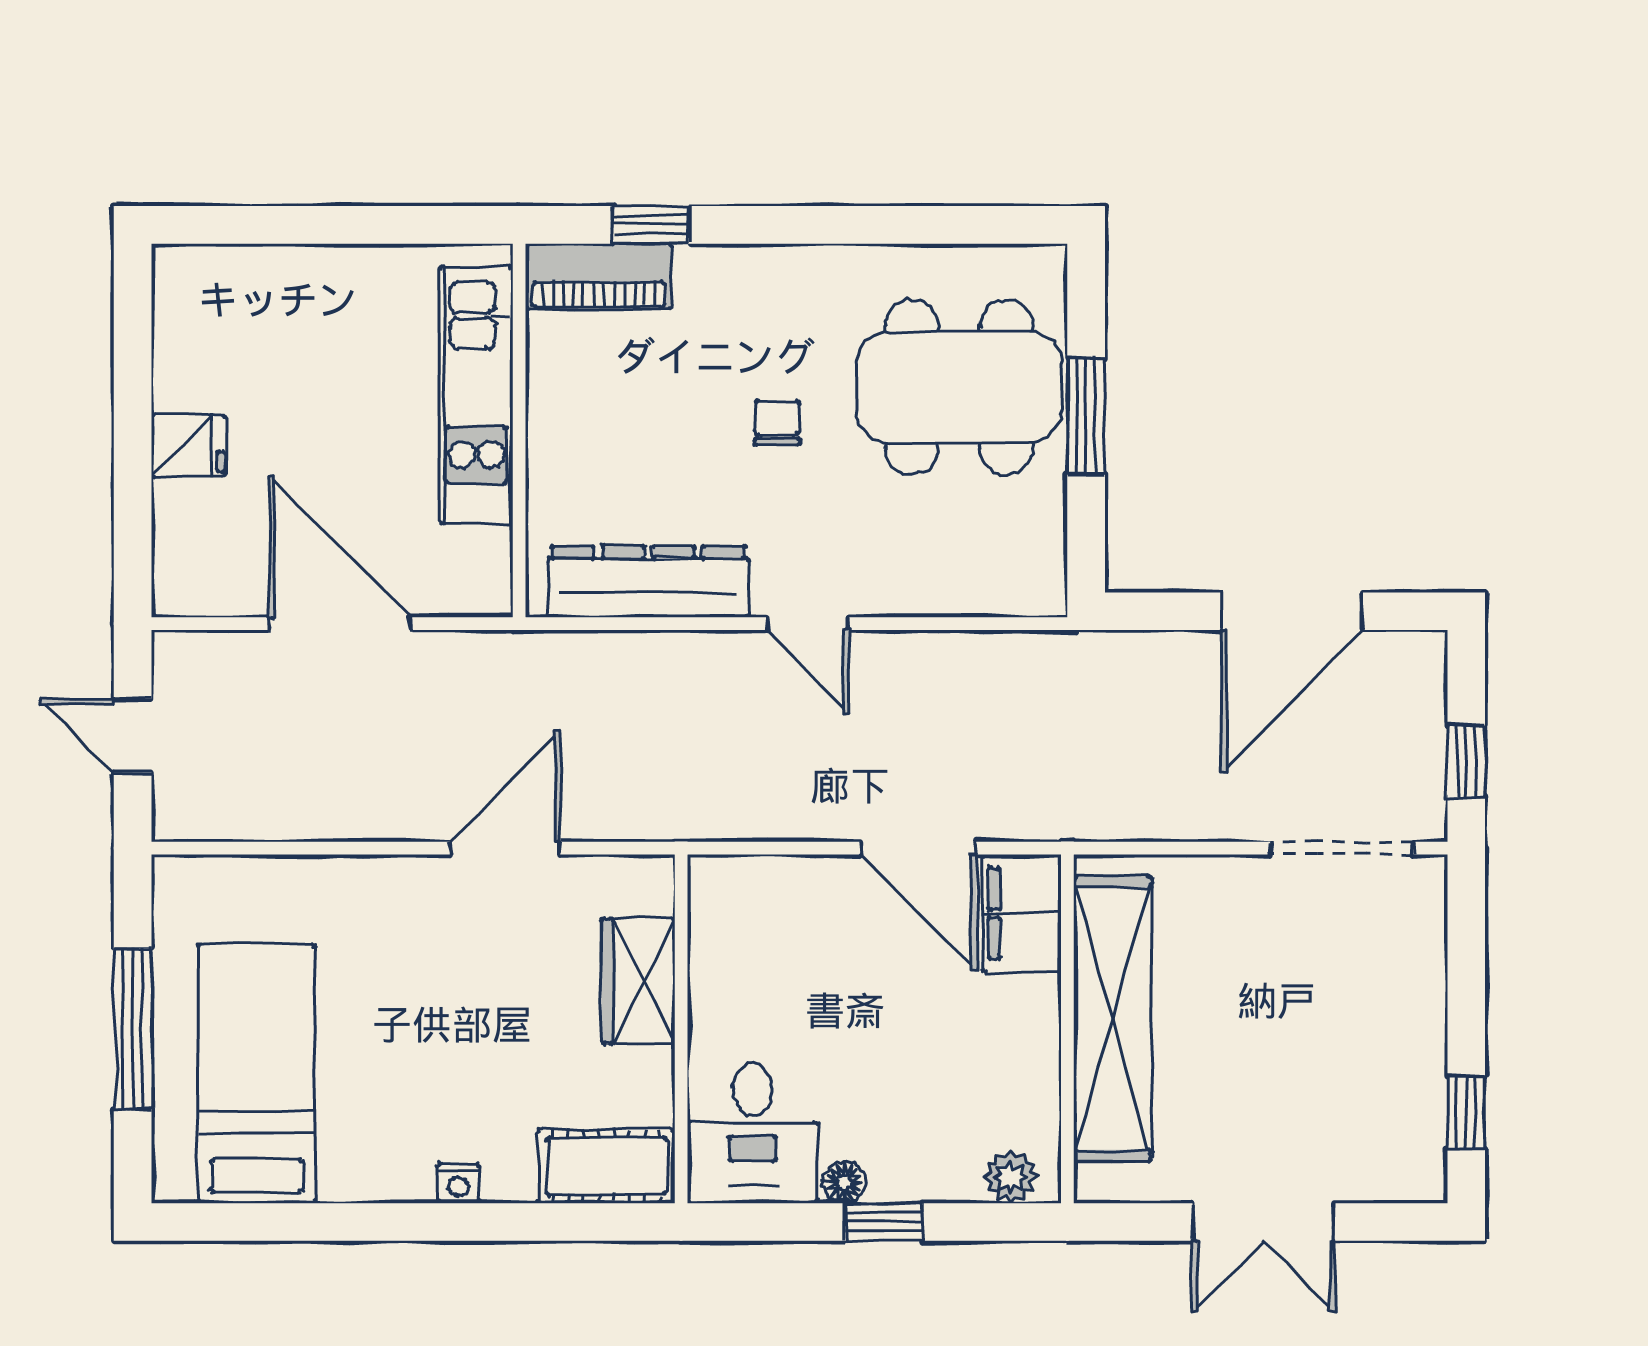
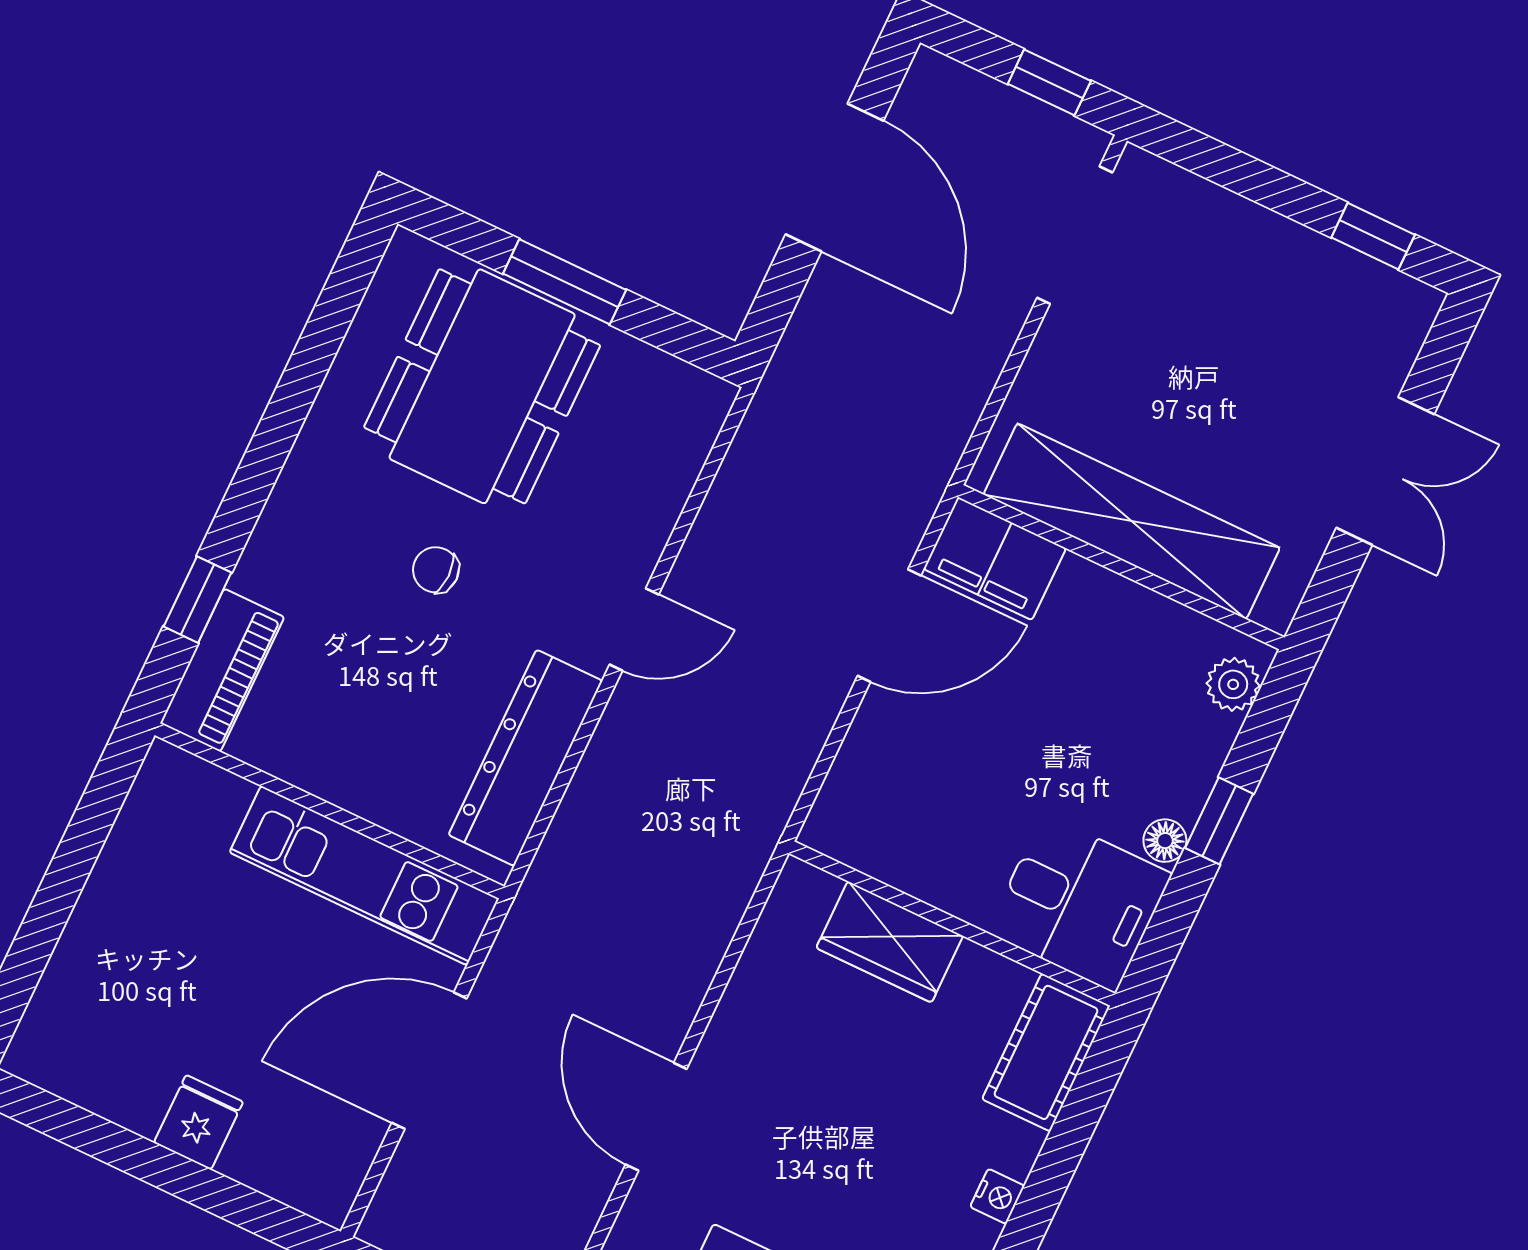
kitchen unit: (476, 395) -> (364, 876), moved
door: (505, 848) -> (656, 1117), moved

